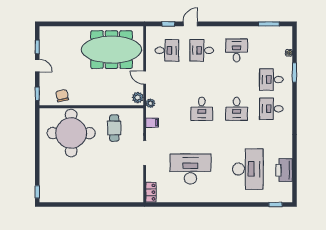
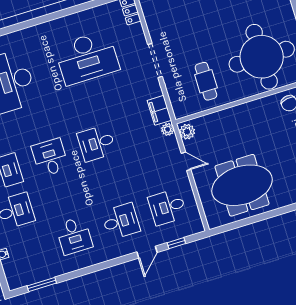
meeting table: (112, 50) -> (242, 185), width x0.73
desk: (202, 109) -> (97, 143), turned -90
filing cabinet: (152, 123) -> (159, 110), width x2.00

